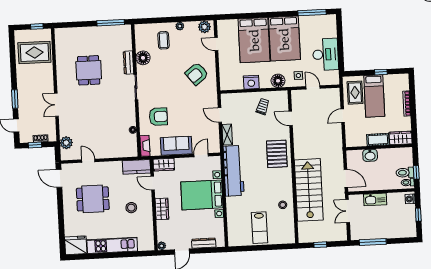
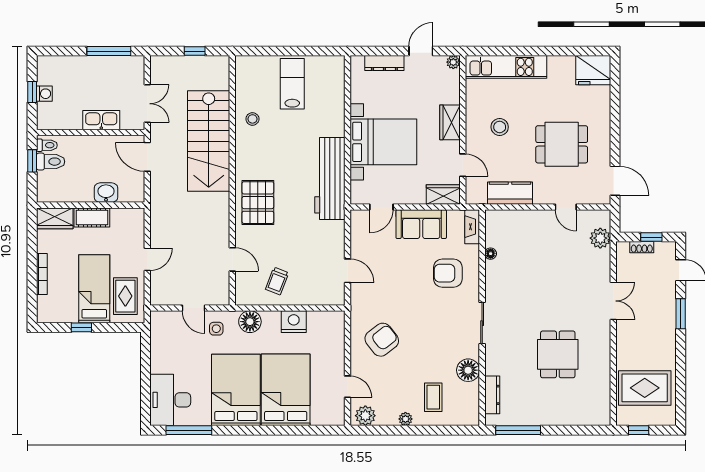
desk: (326, 54) -> (170, 400), moved
dresser: (128, 63) -> (492, 395), moved
shelving: (227, 135) -> (337, 238), removed
kitchen counter: (136, 167) -> (510, 193), moved
washing machine: (410, 199) -> (44, 94), moved
kitchen unit: (112, 245) -> (506, 67), moved

